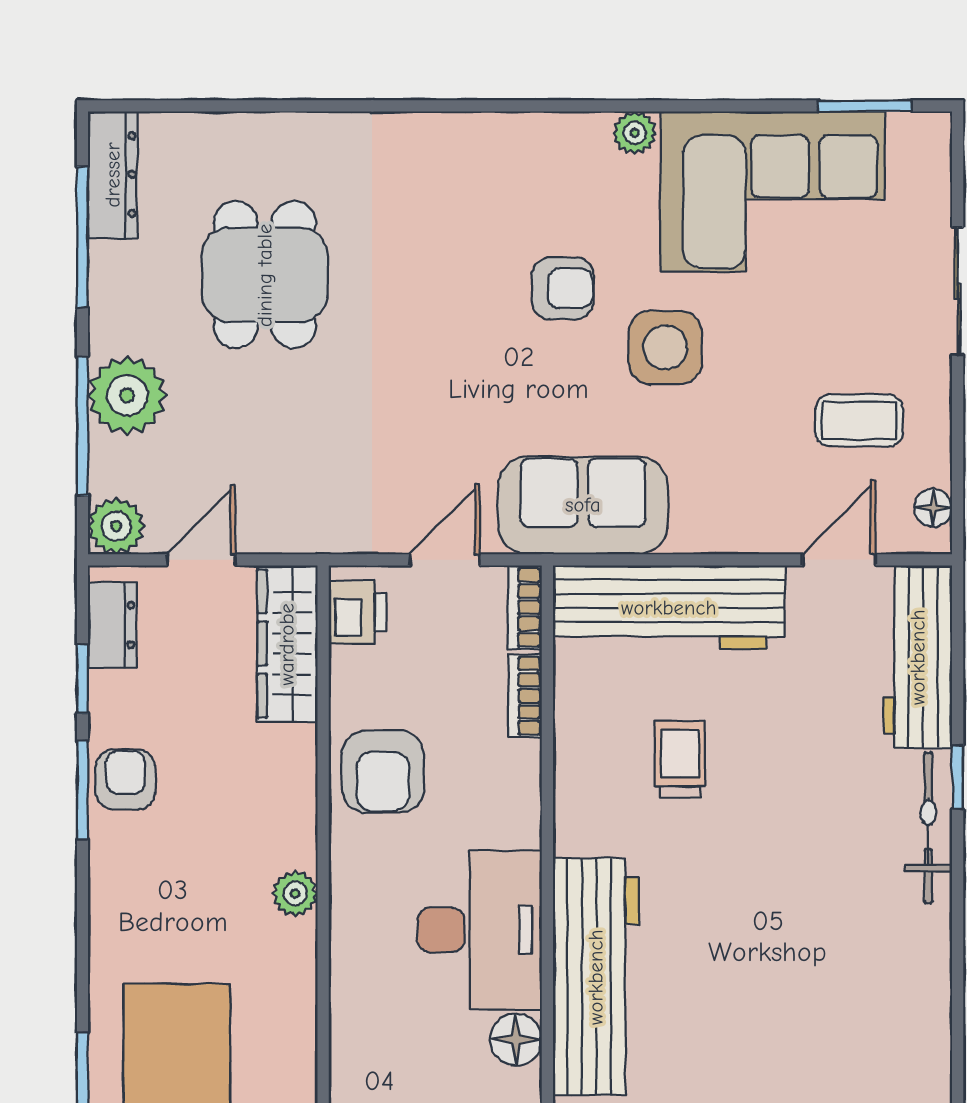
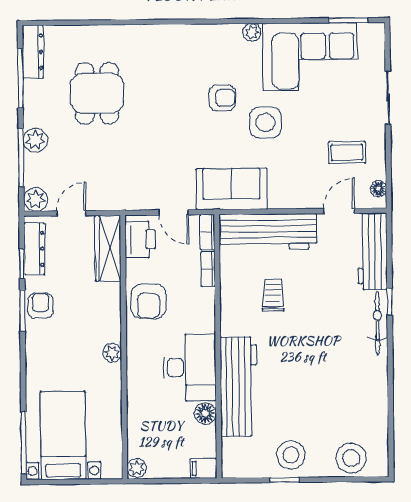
plant: (127, 395) -> (35, 140), width x0.73, depth x0.73
door: (445, 560) -> (174, 212), swing flipped
printer: (357, 612) -> (140, 239), width x1.36, depth x1.24
dresser: (112, 625) -> (34, 249), width x1.44

